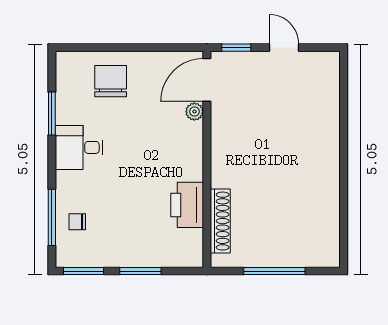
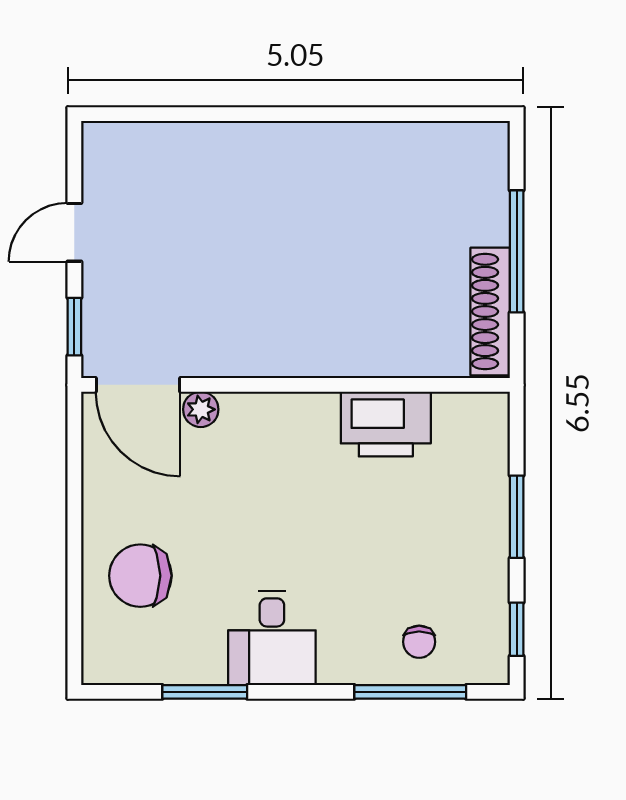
shoe rack: (220, 221) -> (490, 311), moved, turned -90
window: (84, 271) -> (517, 629), width x0.67

